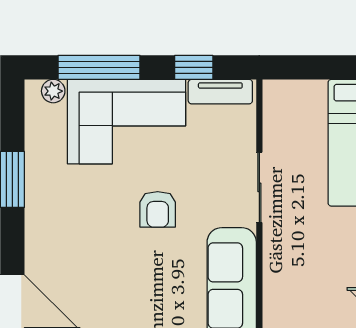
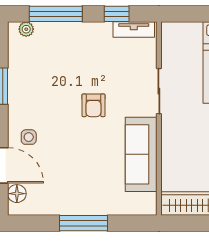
corner sofa: (127, 122) -> (73, 49), removed
side table: (57, 259) -> (29, 137), added

